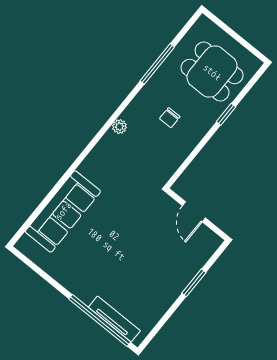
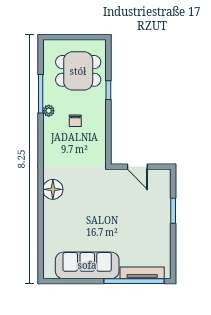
plant: (119, 127) -> (49, 111), moved
floor lamp: (93, 167) -> (53, 189), added
sofa: (63, 211) -> (87, 265), moved, turned -90

